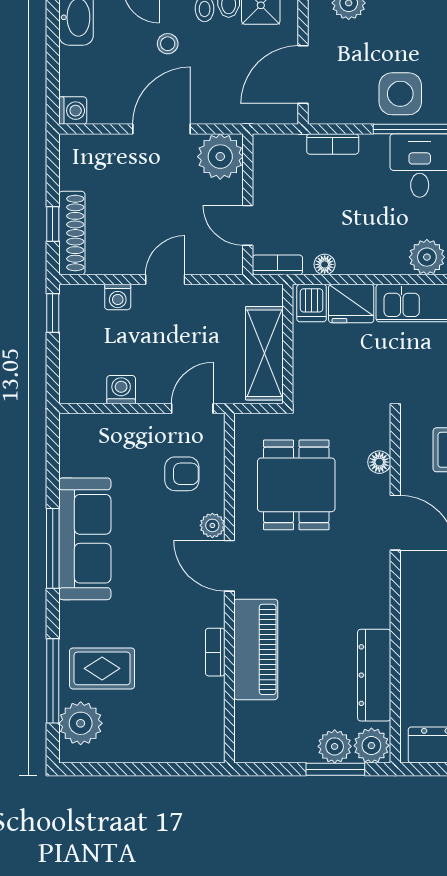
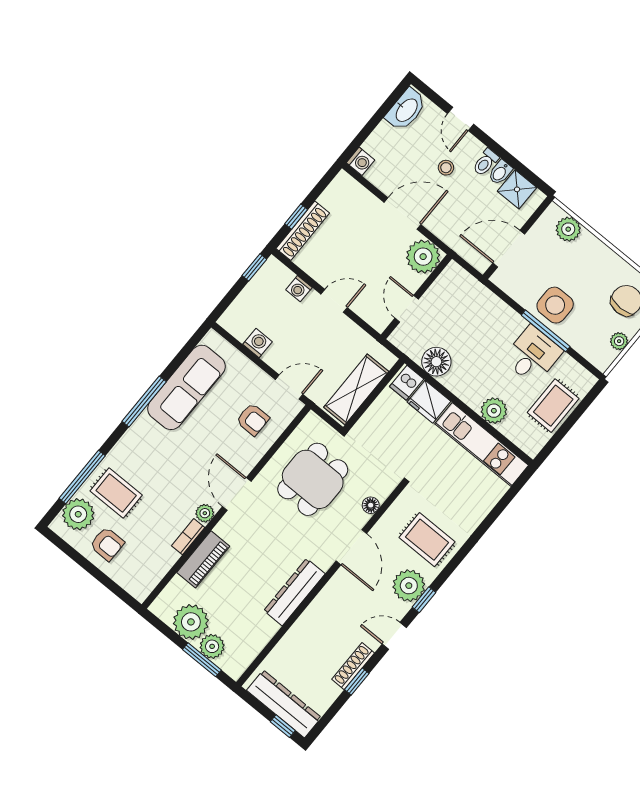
bookcase: (333, 144) -> (493, 302), removed
floor lamp: (325, 264) -> (436, 362), width x1.89, depth x1.89
bookcase: (277, 265) -> (405, 345), removed
plant: (212, 525) -> (205, 513), moved
sofa: (85, 539) -> (186, 387), moved
piano: (256, 649) -> (203, 559), width x0.73, depth x0.75
dresser: (374, 675) -> (294, 592), moved
armchair: (136, 730) -> (107, 544), added
plant: (371, 746) -> (191, 622), moved, width x1.36, depth x1.36

